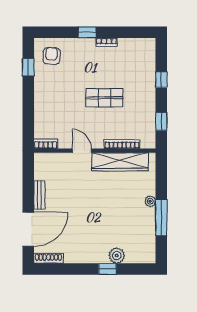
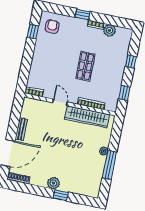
plant: (126, 46) -> (110, 30), added
shop shelf: (104, 98) -> (85, 66), turned 90
plant: (117, 256) -> (53, 183), moved

